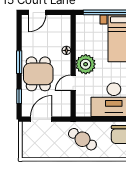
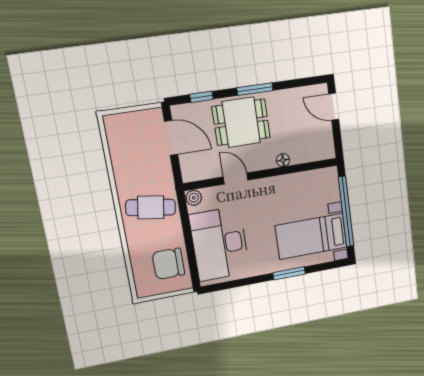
plant: (86, 64) -> (194, 198), moved, width x0.53, depth x0.53
cafe table: (82, 139) -> (151, 207), turned 66

